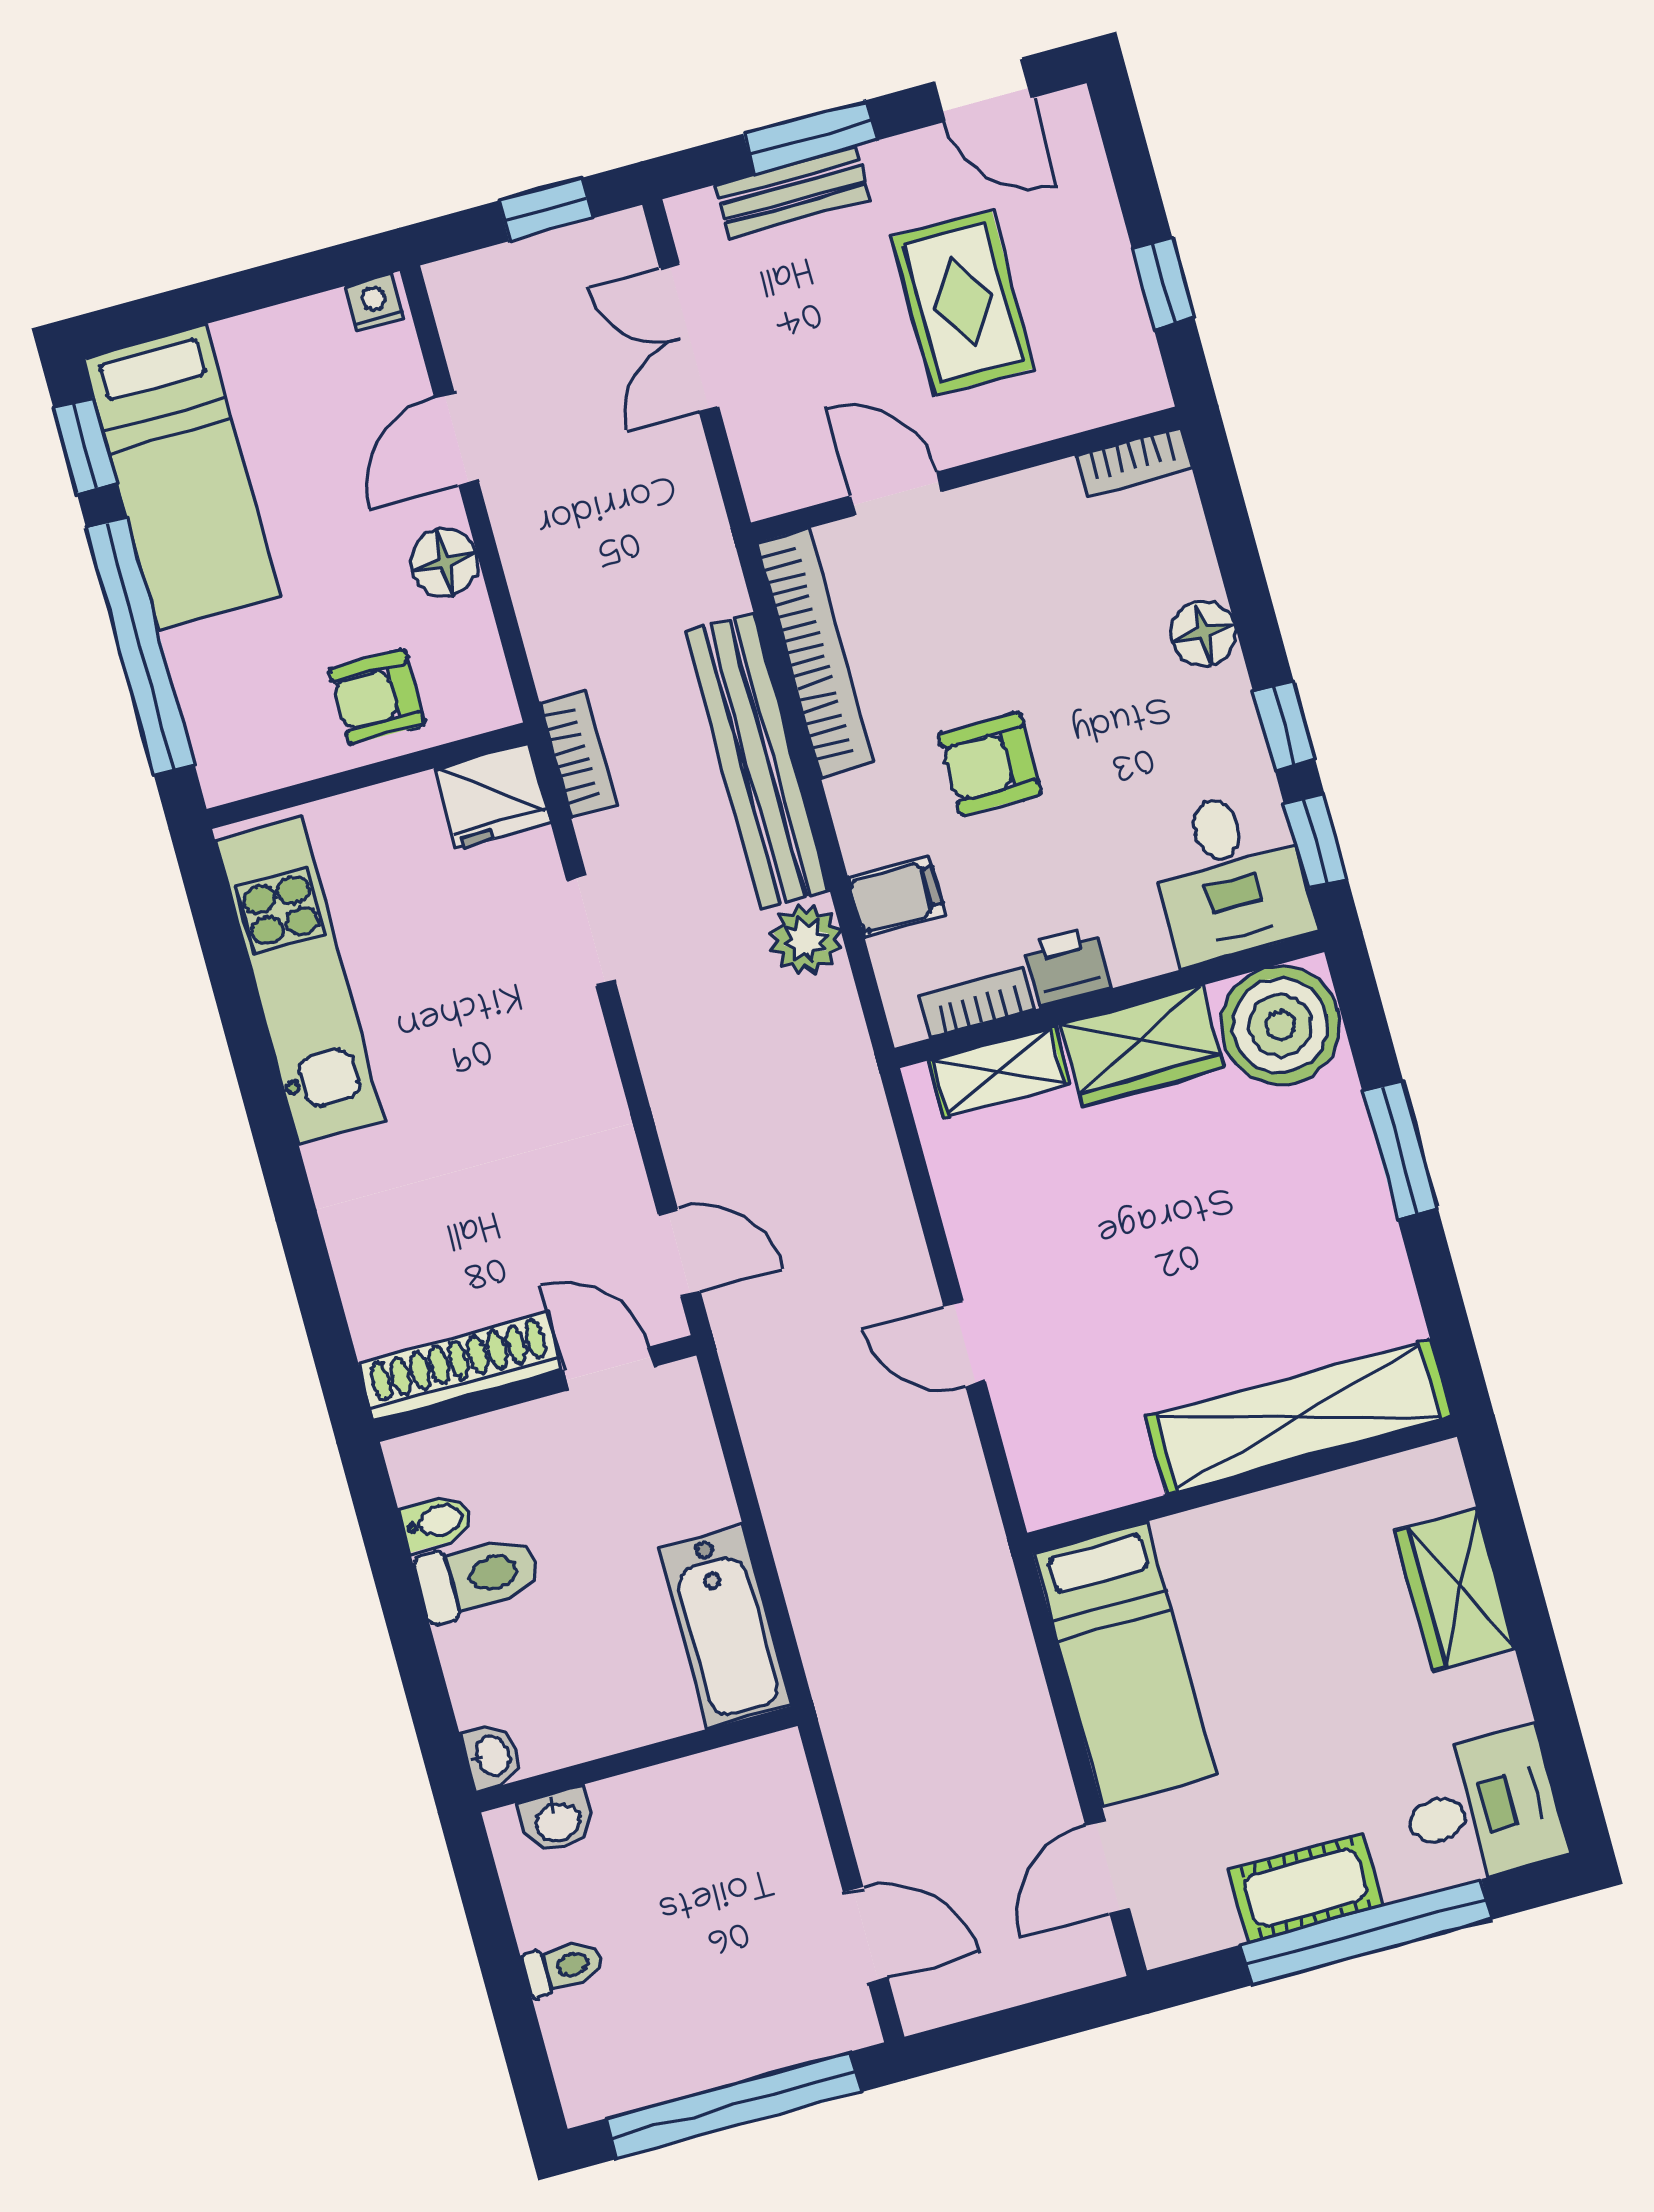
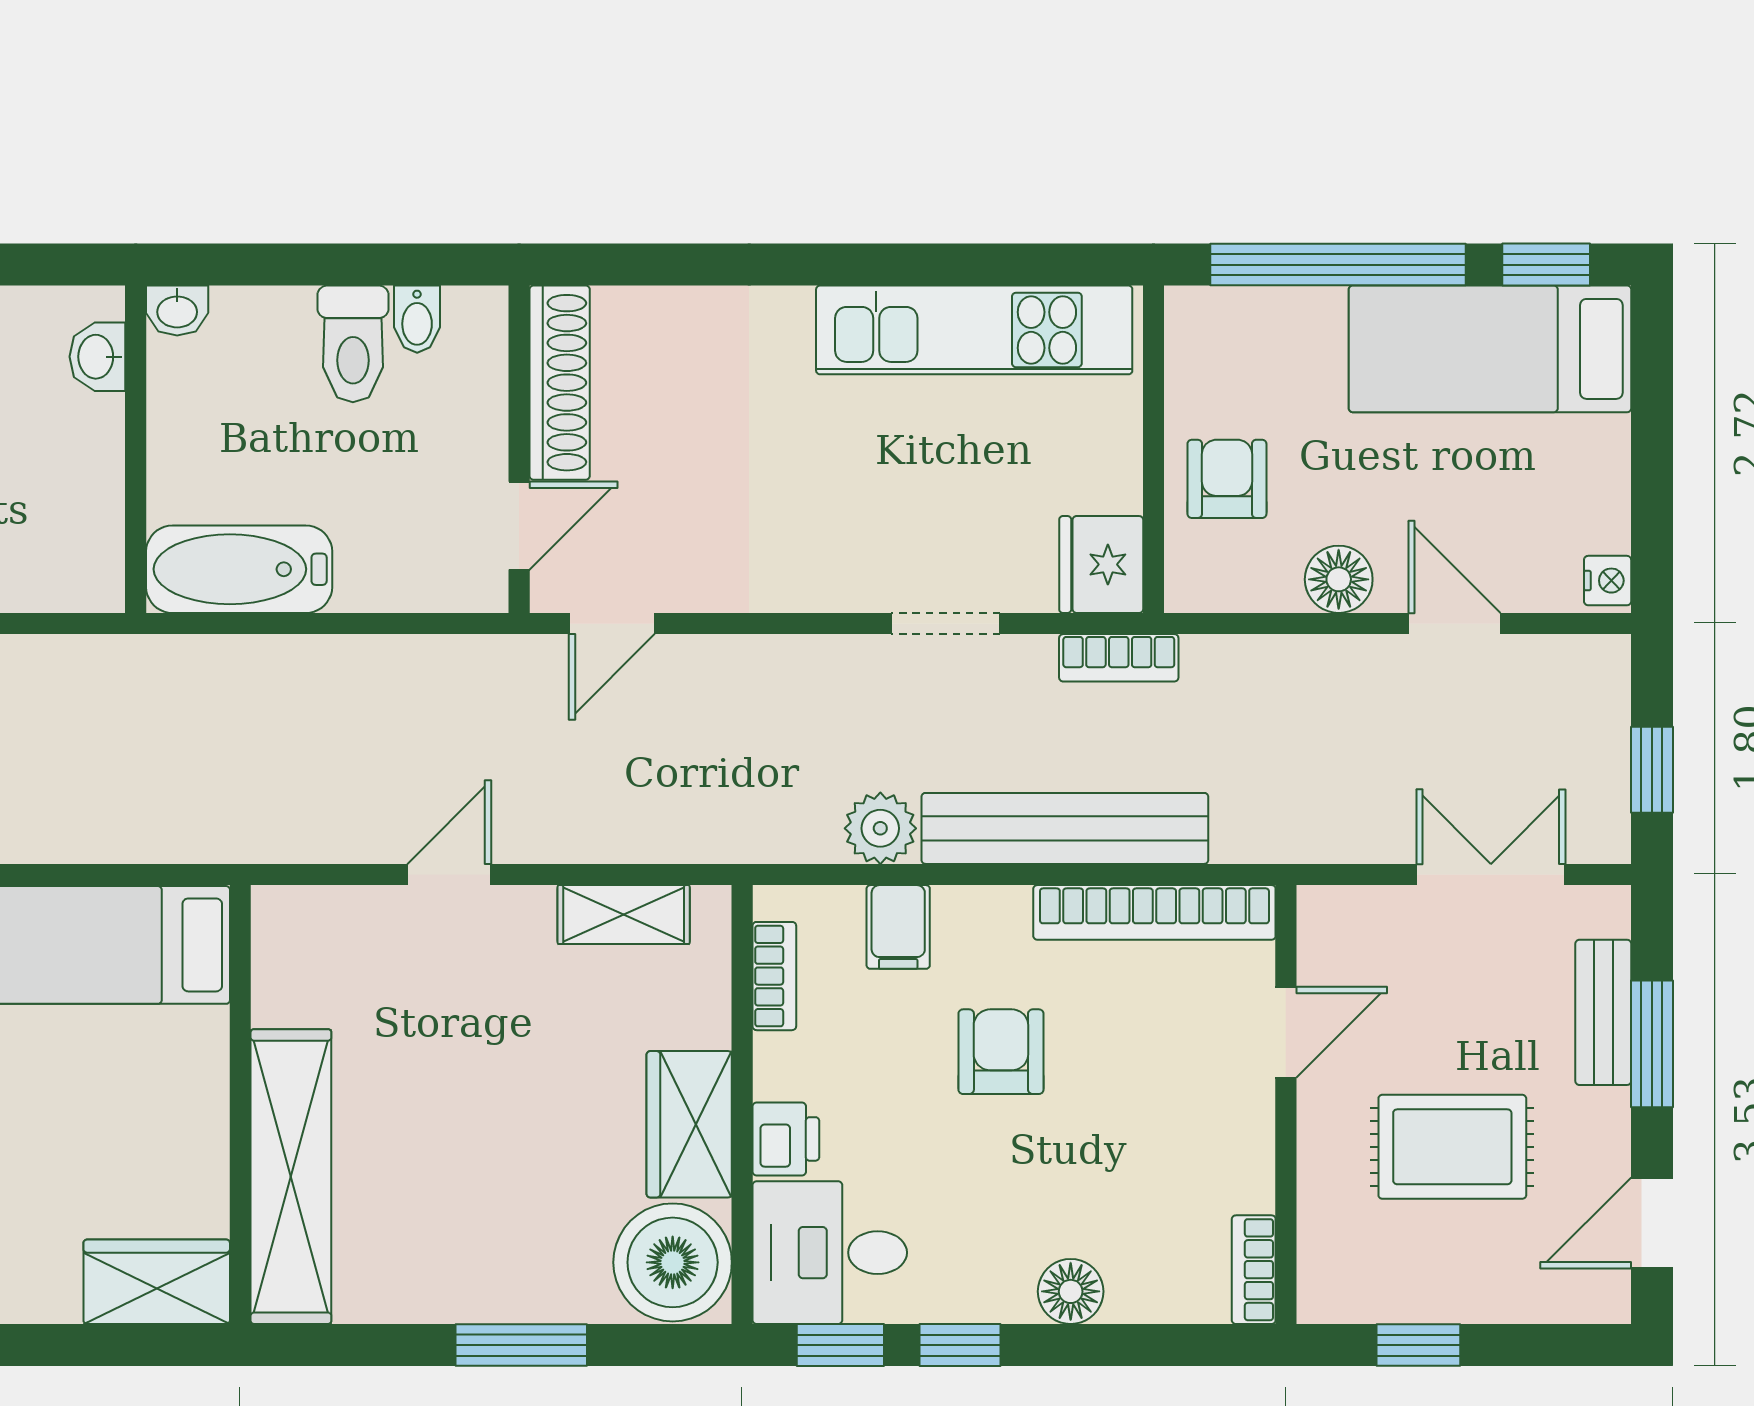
printer: (1067, 966) -> (786, 1139), moved
shelving: (999, 1072) -> (624, 915), moved, turned 90
wardrobe: (1455, 1589) -> (157, 1282), moved

